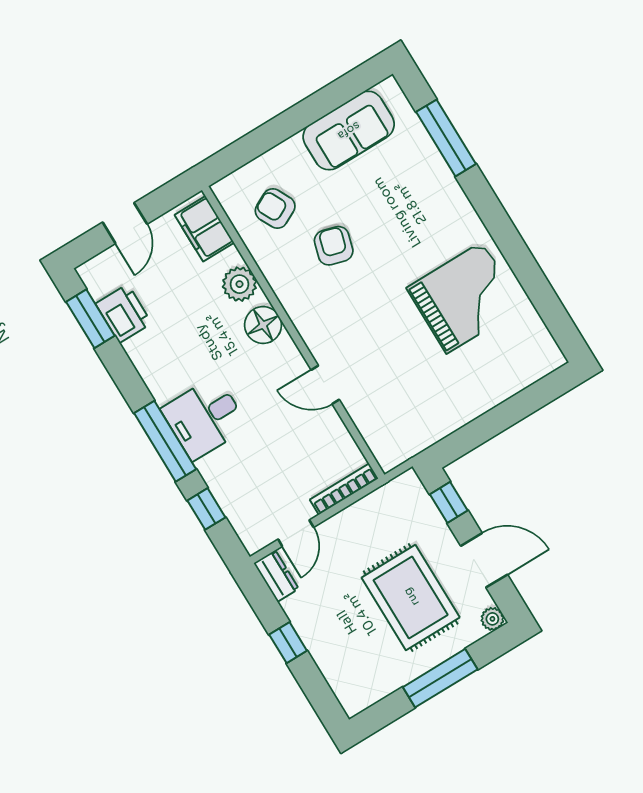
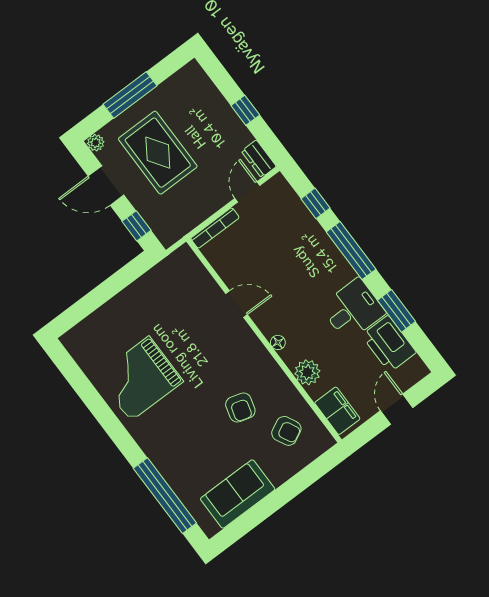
window: (446, 138) -> (165, 496), width x1.46
printer: (124, 313) -> (389, 344), width x1.37, depth x1.19
window: (90, 319) -> (396, 311), moved
floor lamp: (263, 325) -> (278, 342), width x0.53, depth x0.53
desk: (205, 418) -> (353, 310), moved

